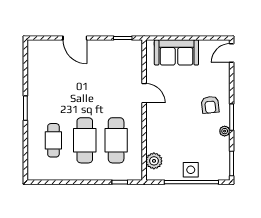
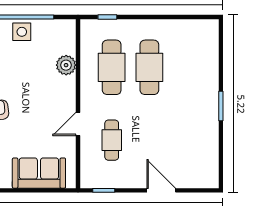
door: (144, 93) -> (78, 124), hinge flipped
cafe table: (53, 140) -> (112, 140), moved
plant: (154, 161) -> (66, 65), moved

